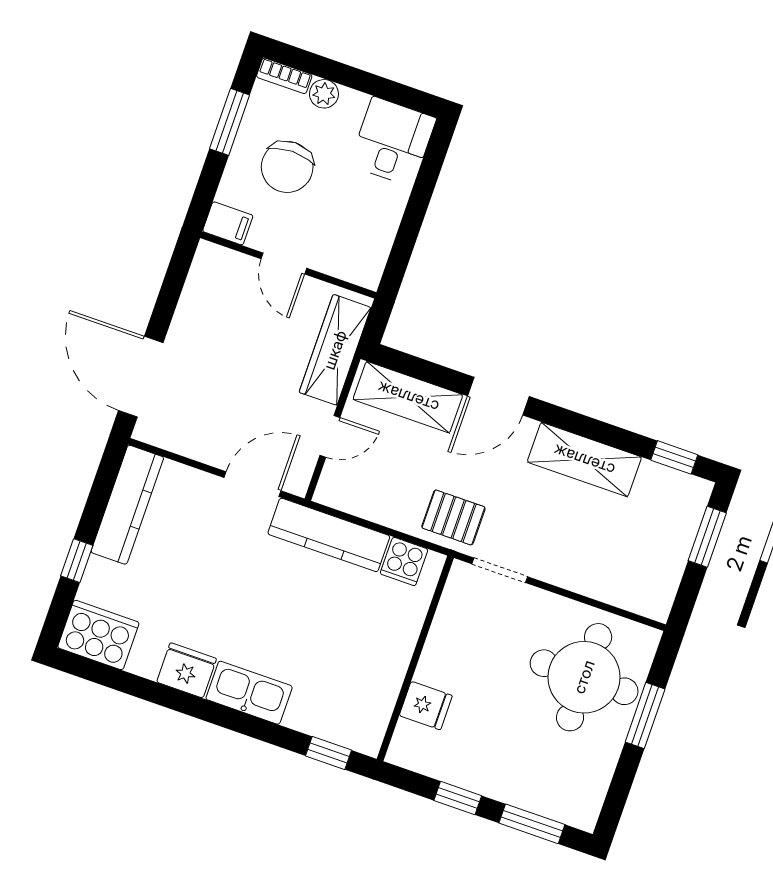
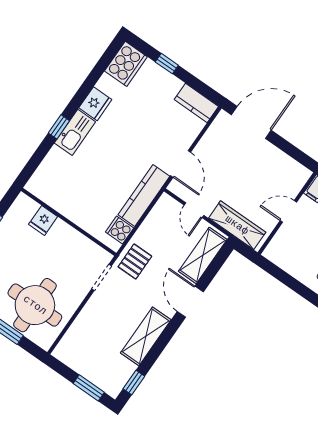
kitchen counter: (127, 505) -> (196, 103), width x0.67
window: (329, 753) -> (59, 127), moved

